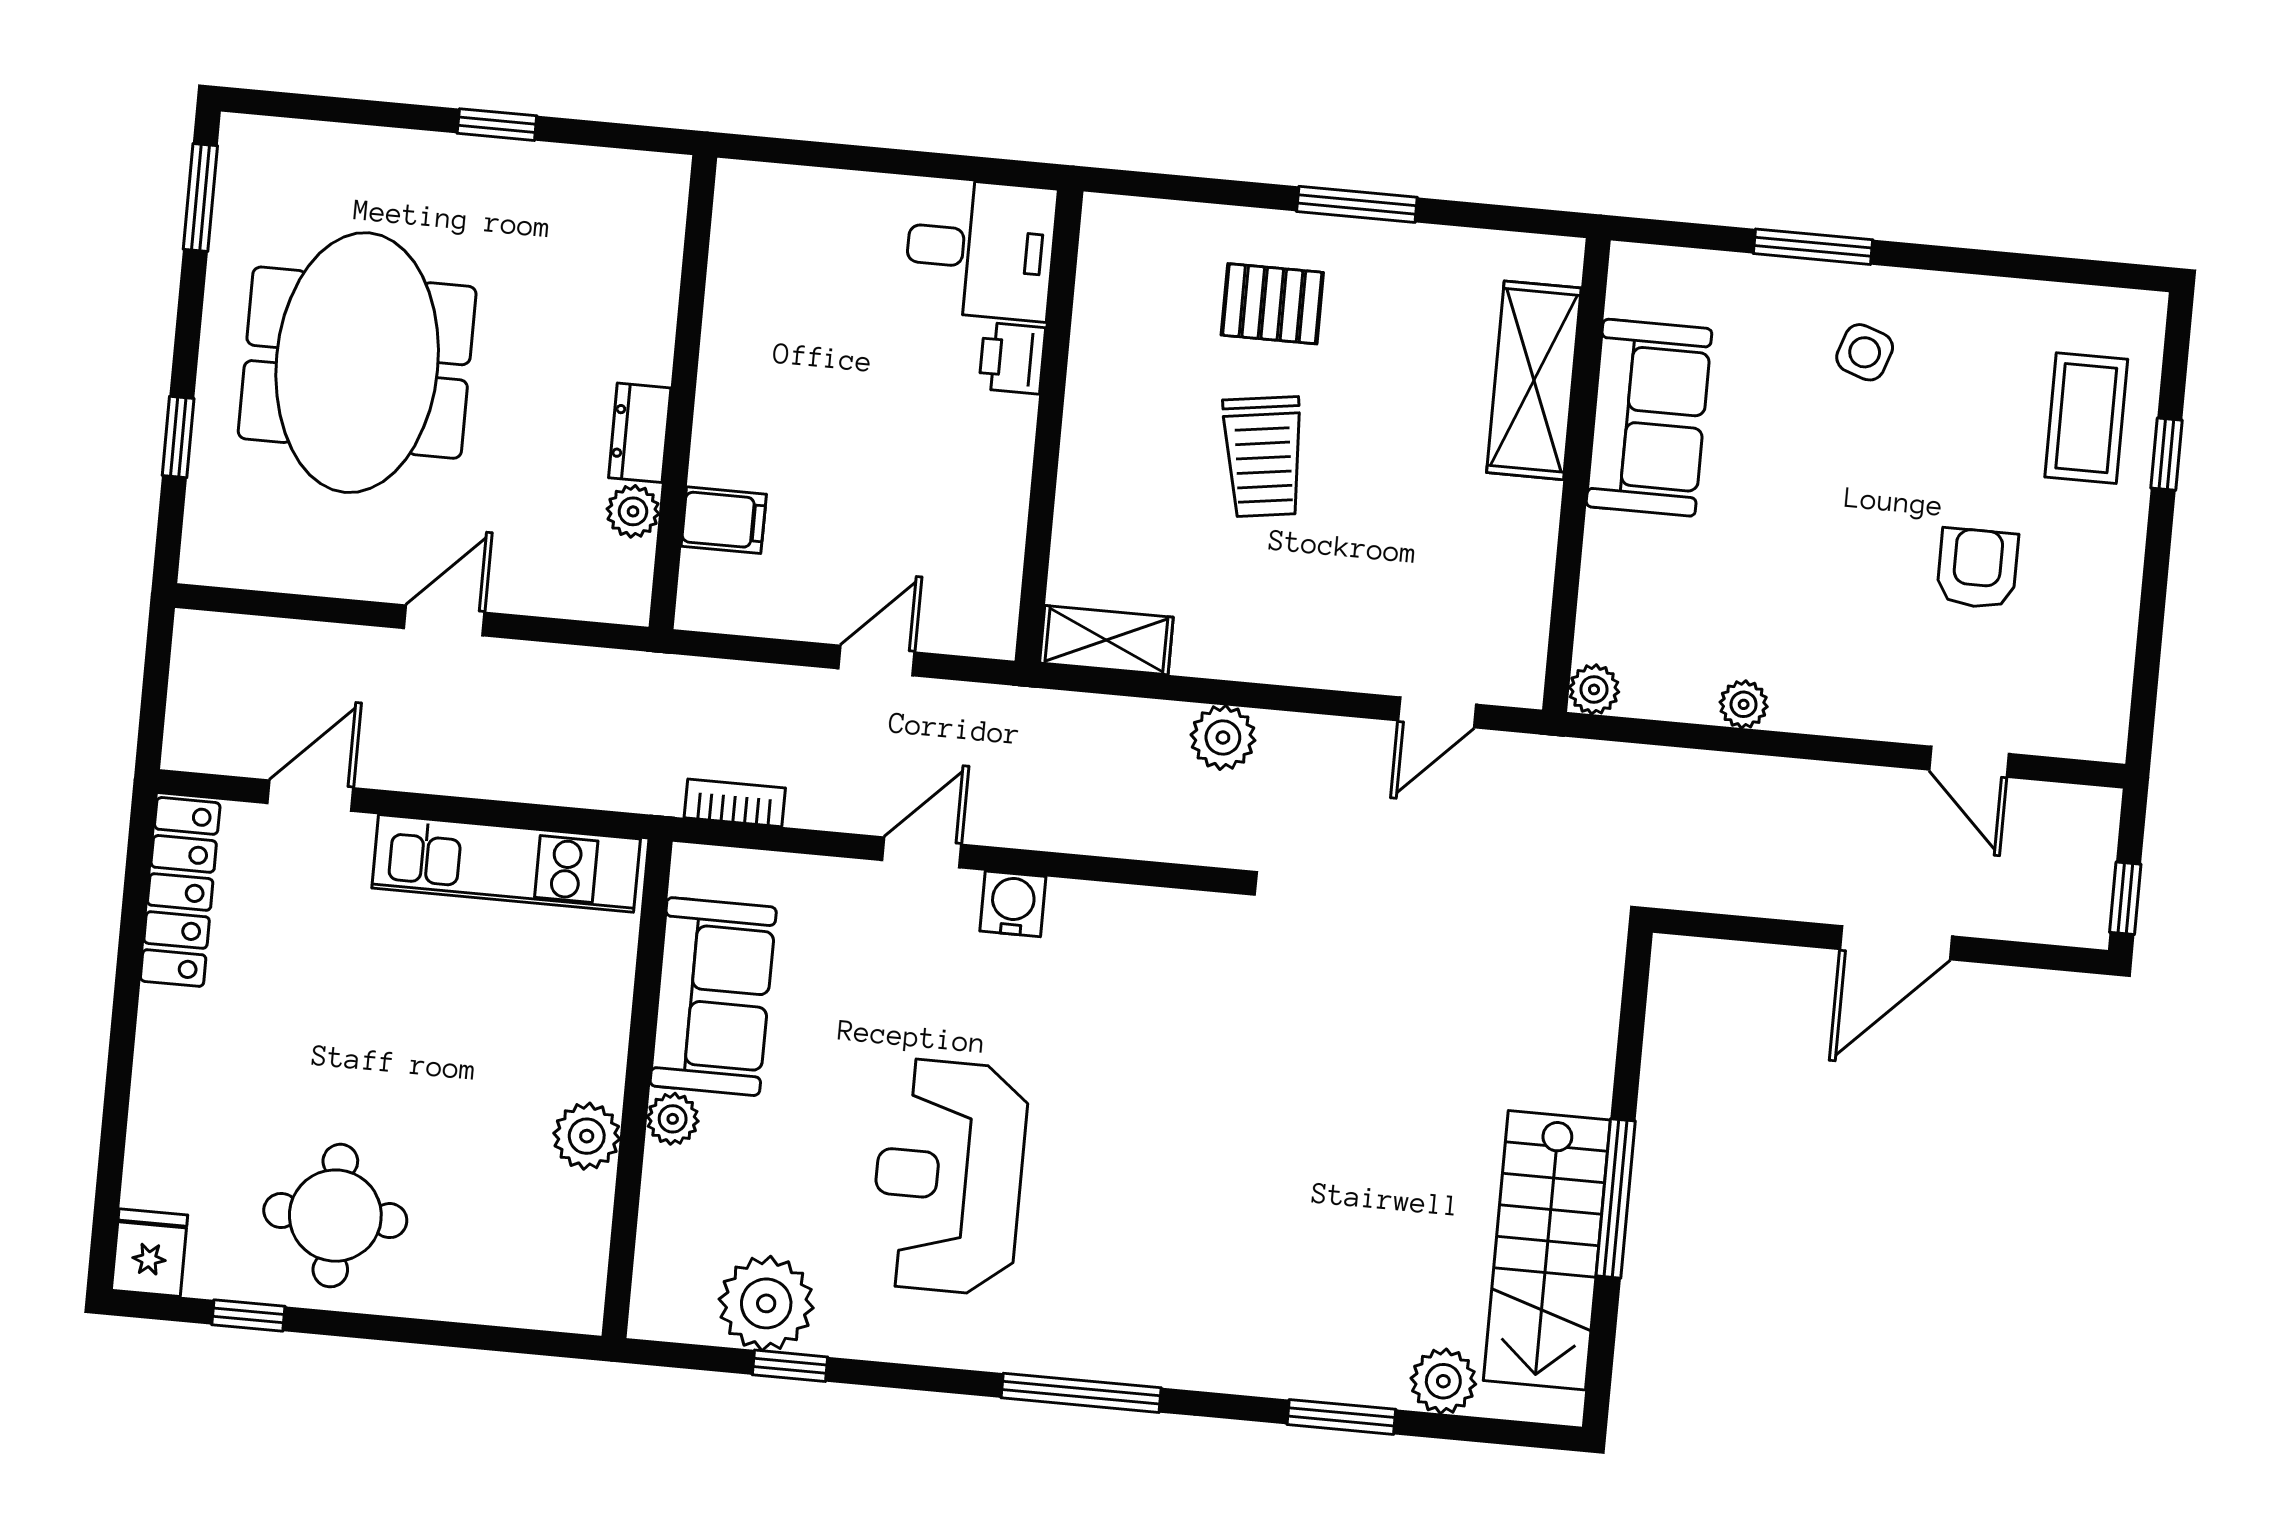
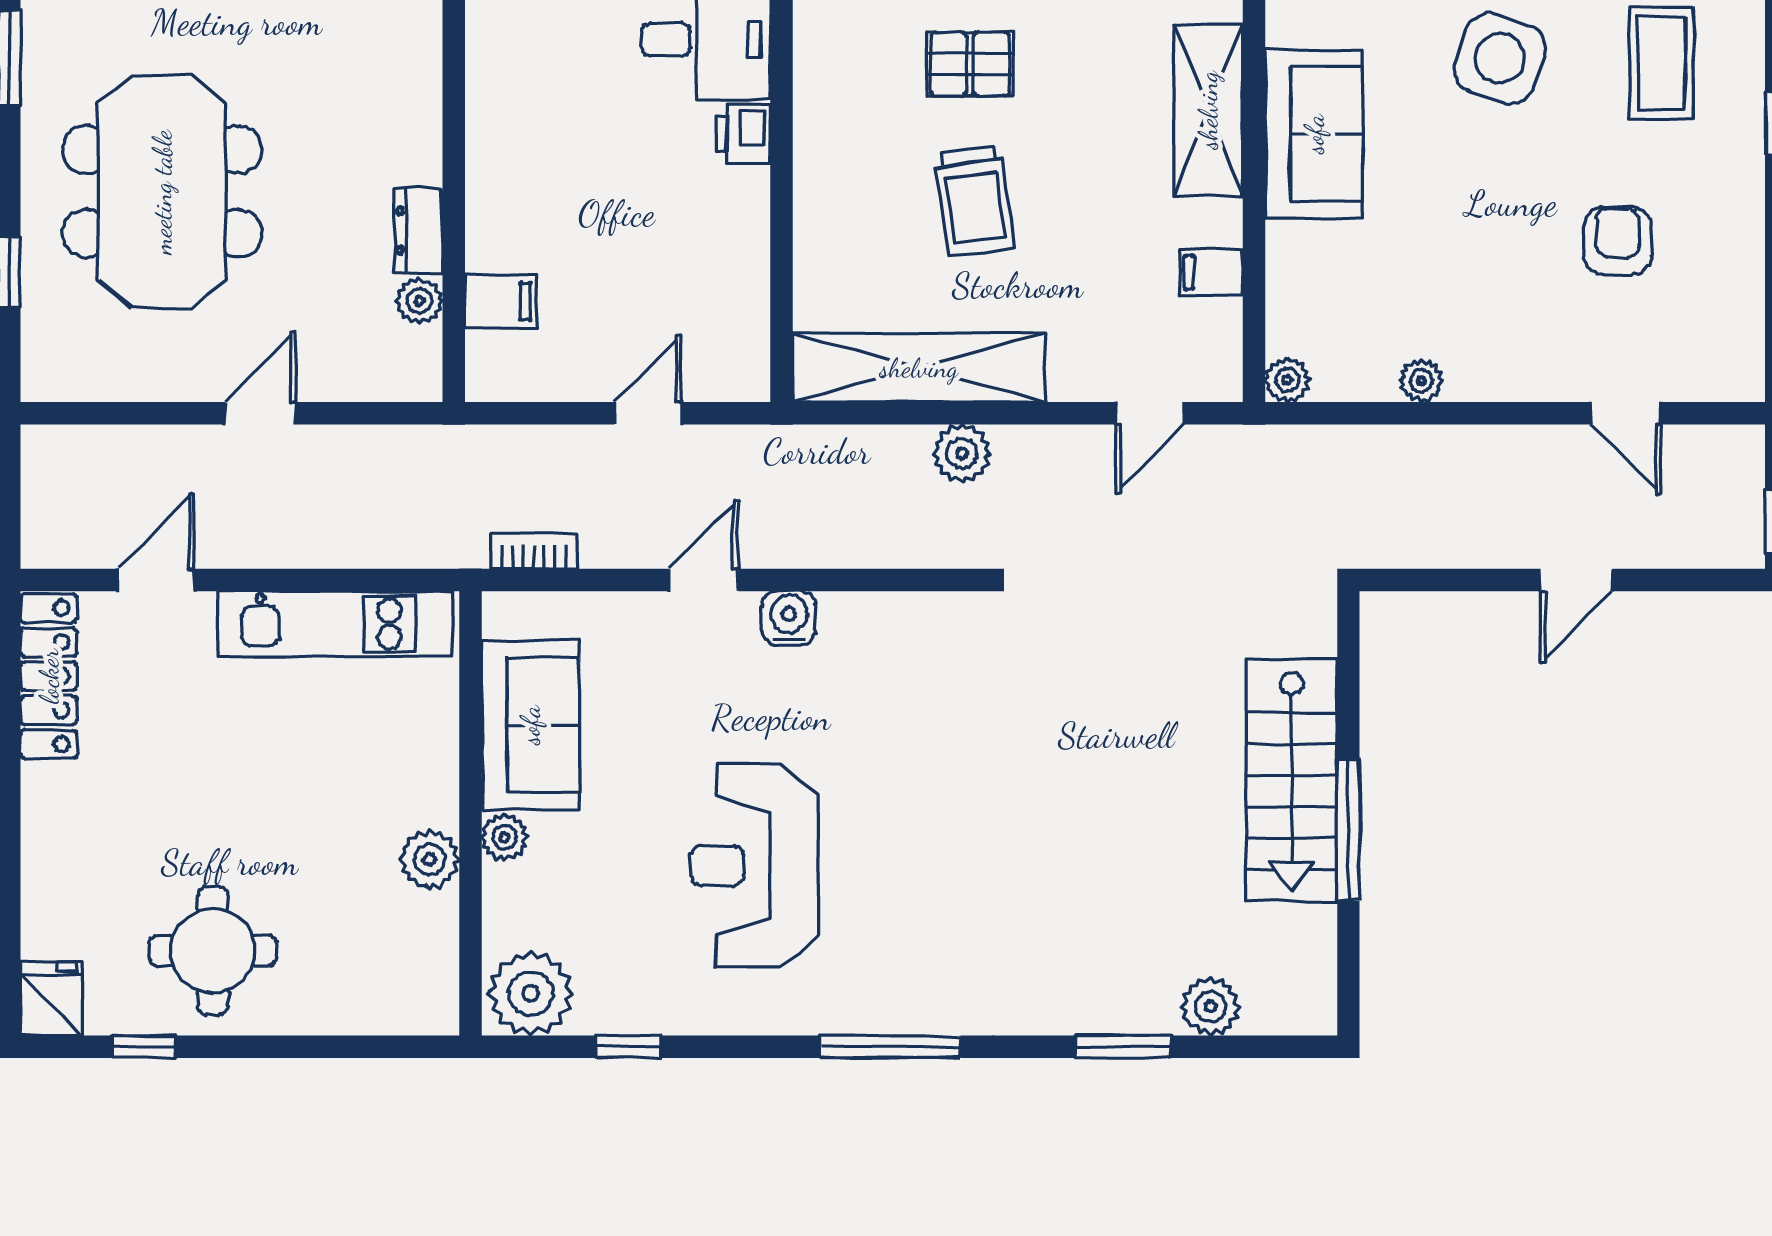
side table: (1865, 352) -> (1500, 58), width x1.87, depth x1.87
coffee table: (2086, 418) -> (1662, 63), moved
filing cabinet: (1520, 562) -> (1211, 273), added
shelving: (1106, 640) -> (919, 368), width x2.20, depth x1.33
door: (1896, 943) -> (1576, 580), width x0.73
stairs: (1547, 1250) -> (1292, 780), moved
plant: (766, 1303) -> (531, 993), moved

